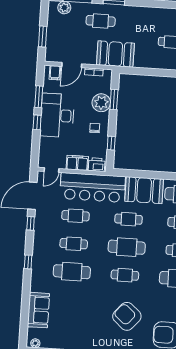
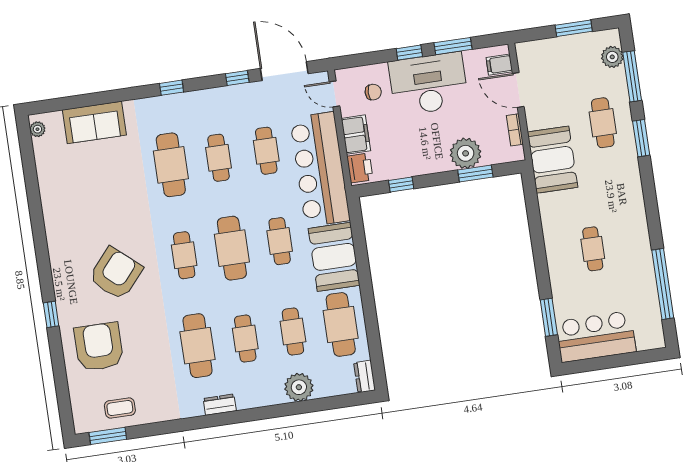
window: (43, 36) -> (574, 28), moved
chair: (95, 128) -> (373, 92), moved

